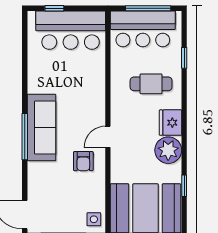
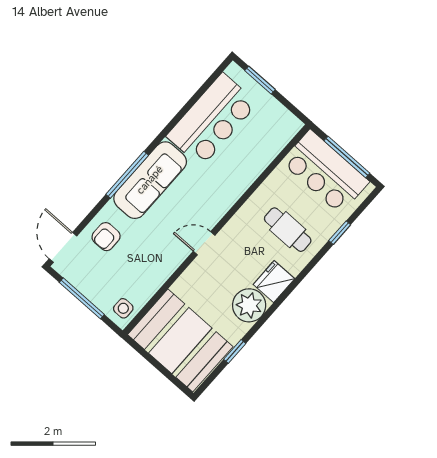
window: (54, 8) -> (260, 80), width x1.50
bar counter: (71, 30) -> (212, 120), moved, turned -90
armchair: (83, 161) -> (106, 237), moved

